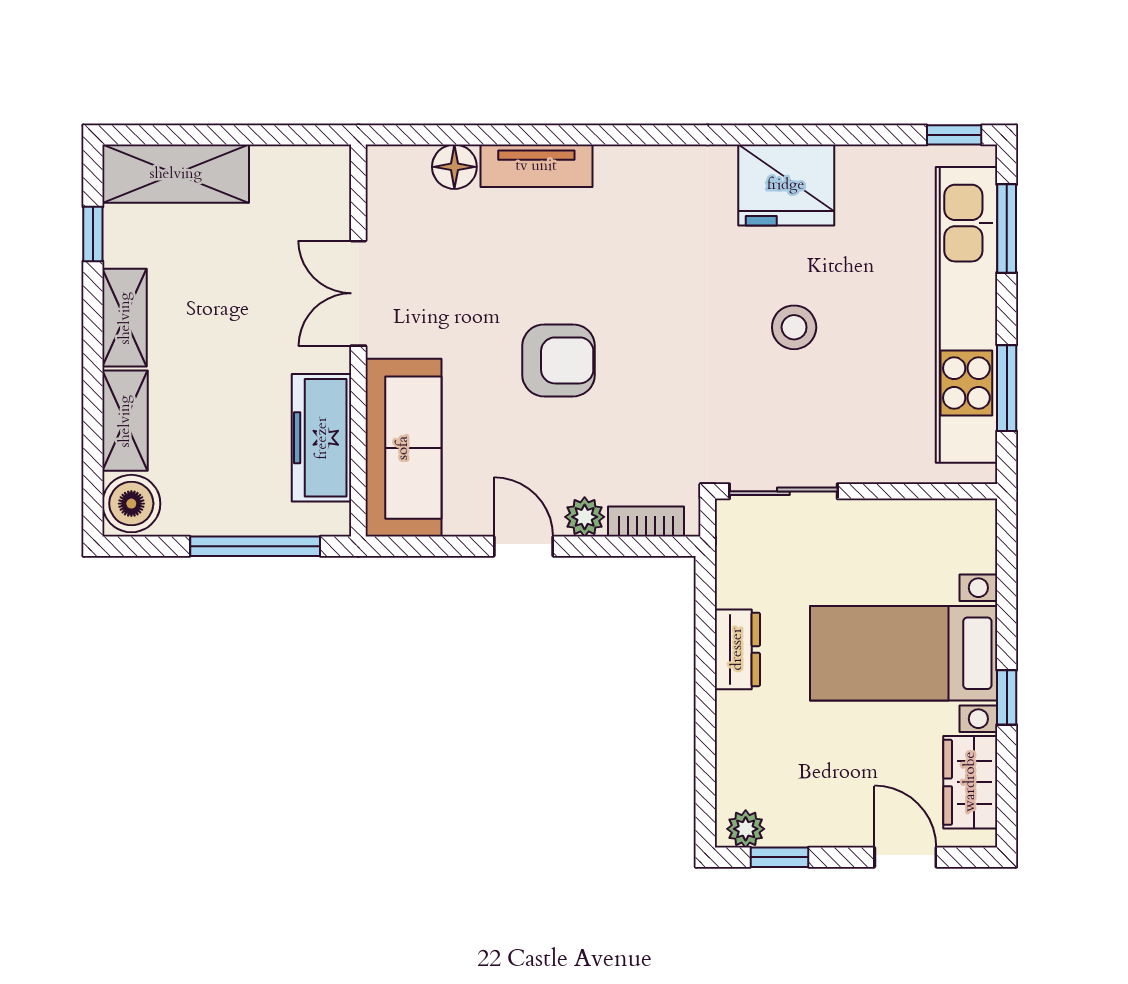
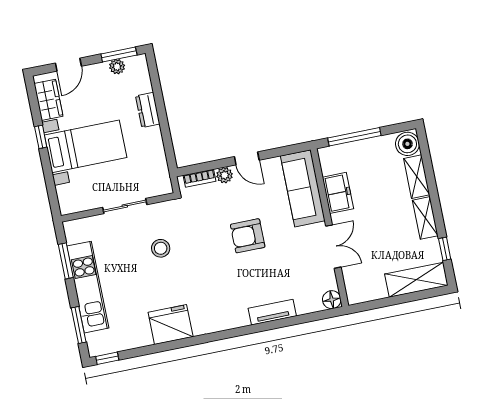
floor lamp: (454, 167) -> (332, 300), moved
kitchen unit: (966, 315) -> (88, 287), width x0.73
stool: (794, 327) -> (161, 248), moved
freezer: (322, 438) -> (338, 193), width x0.71
sliding door: (783, 491) -> (125, 206), moved
dresser: (737, 649) -> (148, 110), moved
plant: (746, 829) -> (117, 67), moved
window: (779, 857) -> (119, 54), width x1.50
door: (905, 857) -> (68, 65), hinge flipped

